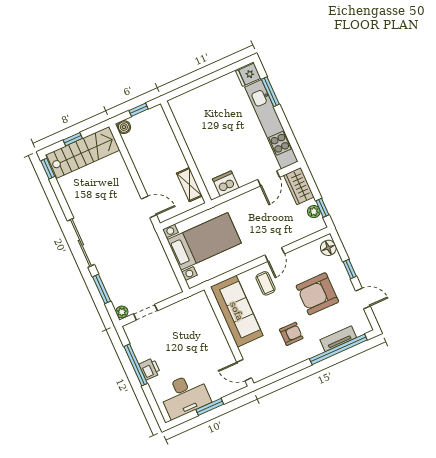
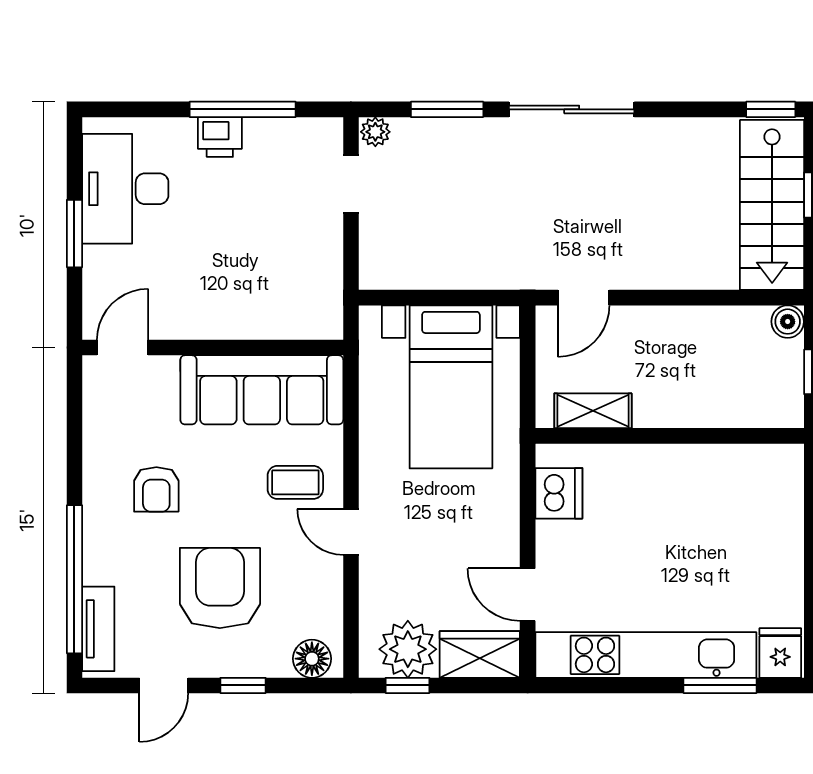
plant: (314, 212) -> (408, 649), width x1.87, depth x1.87
tv unit: (338, 339) -> (98, 629), moved

